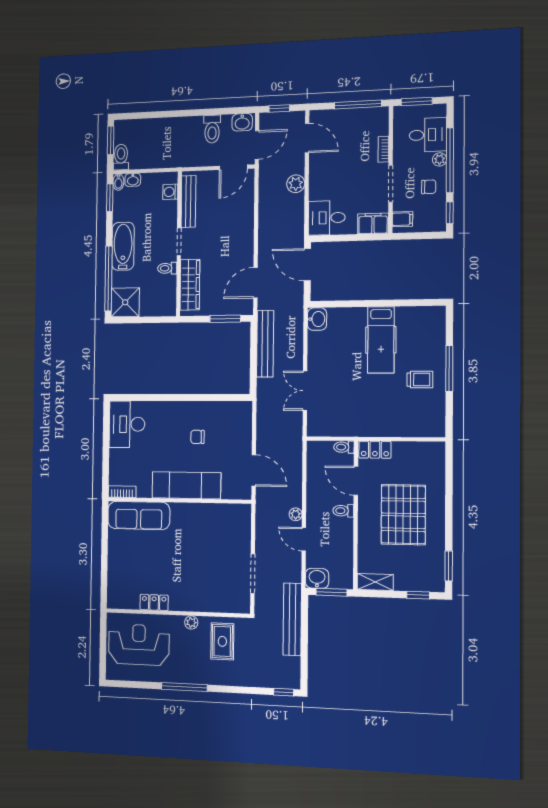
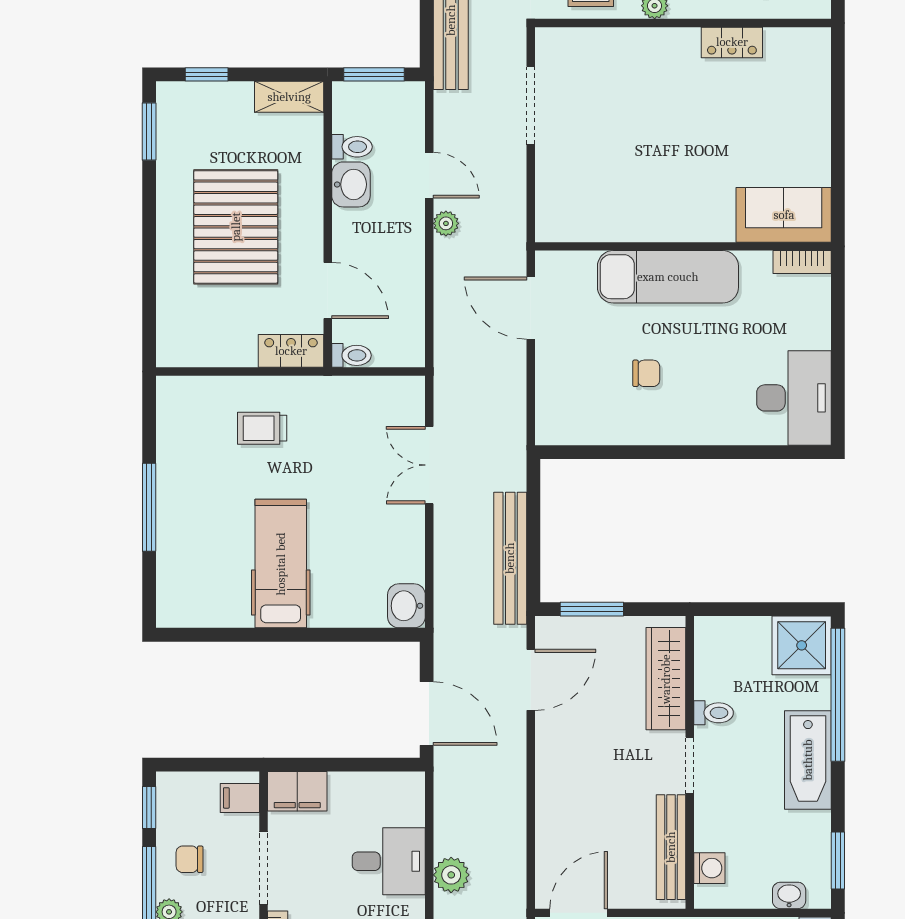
bidet: (118, 182) -> (820, 892), removed
desk: (327, 218) -> (389, 861), moved
trolley: (420, 380) -> (262, 428), moved
double door: (305, 391) -> (429, 465), swing flipped
toilet: (343, 511) -> (352, 147), moved
sofa: (139, 515) -> (784, 215), width x0.73
washbasin: (317, 578) -> (351, 184), moved, turned -90

